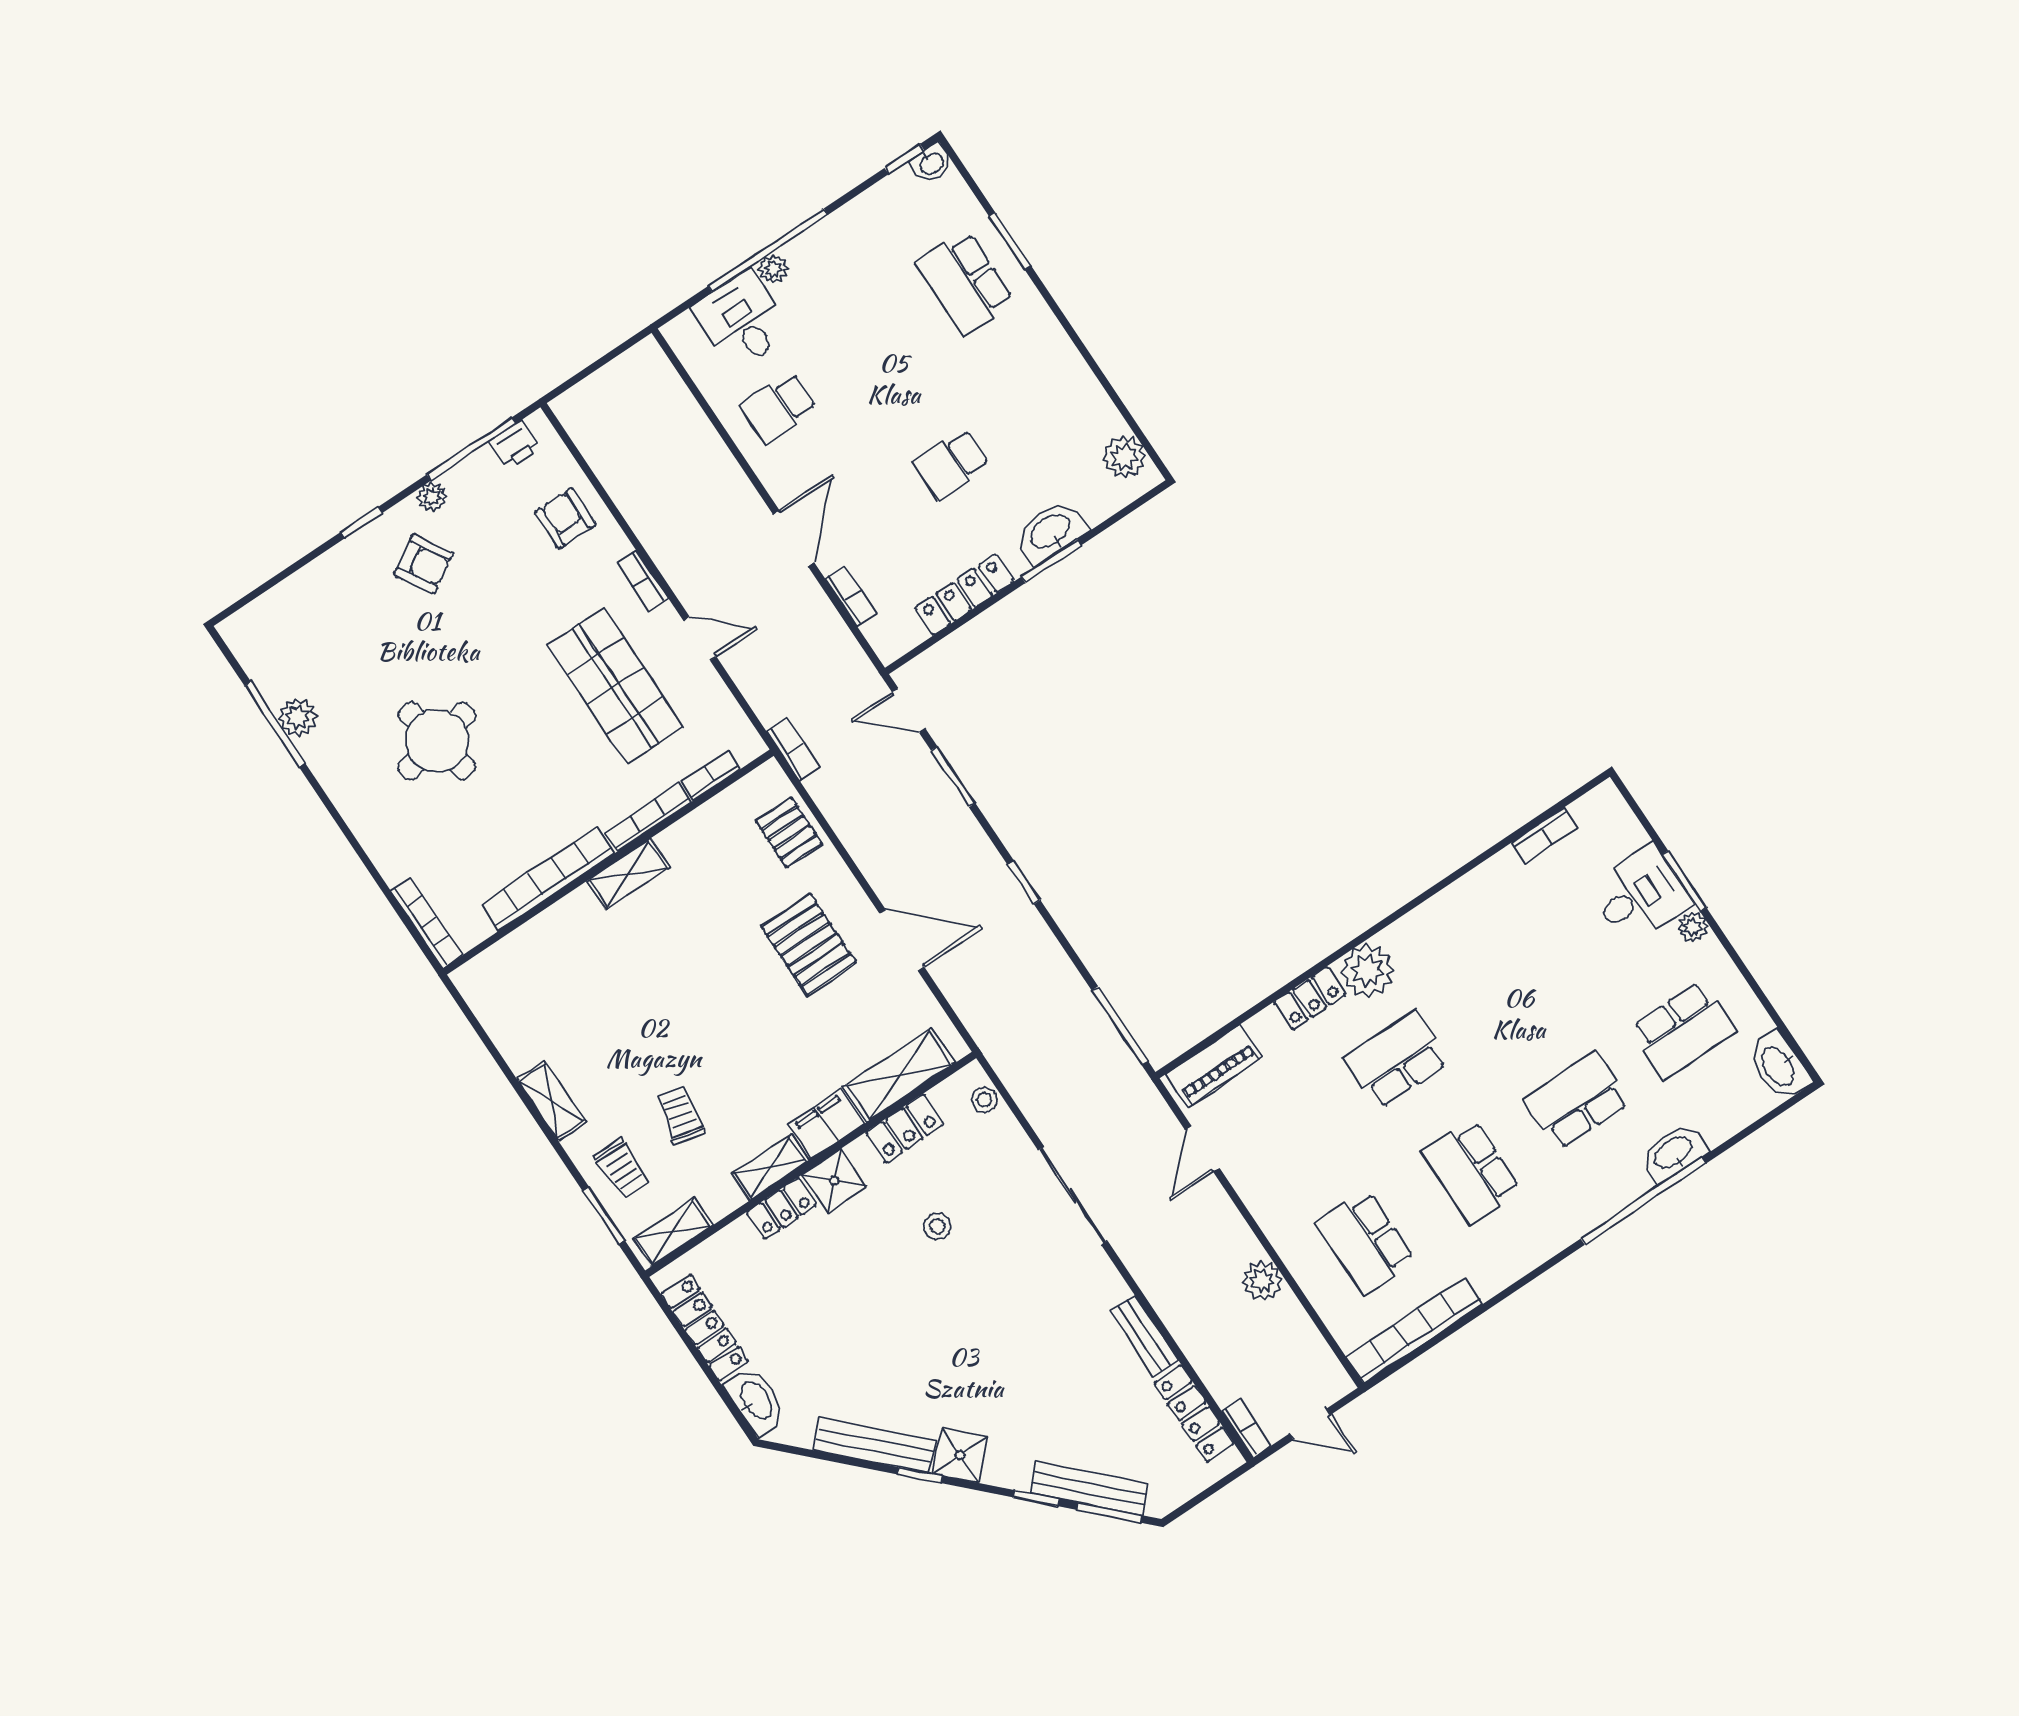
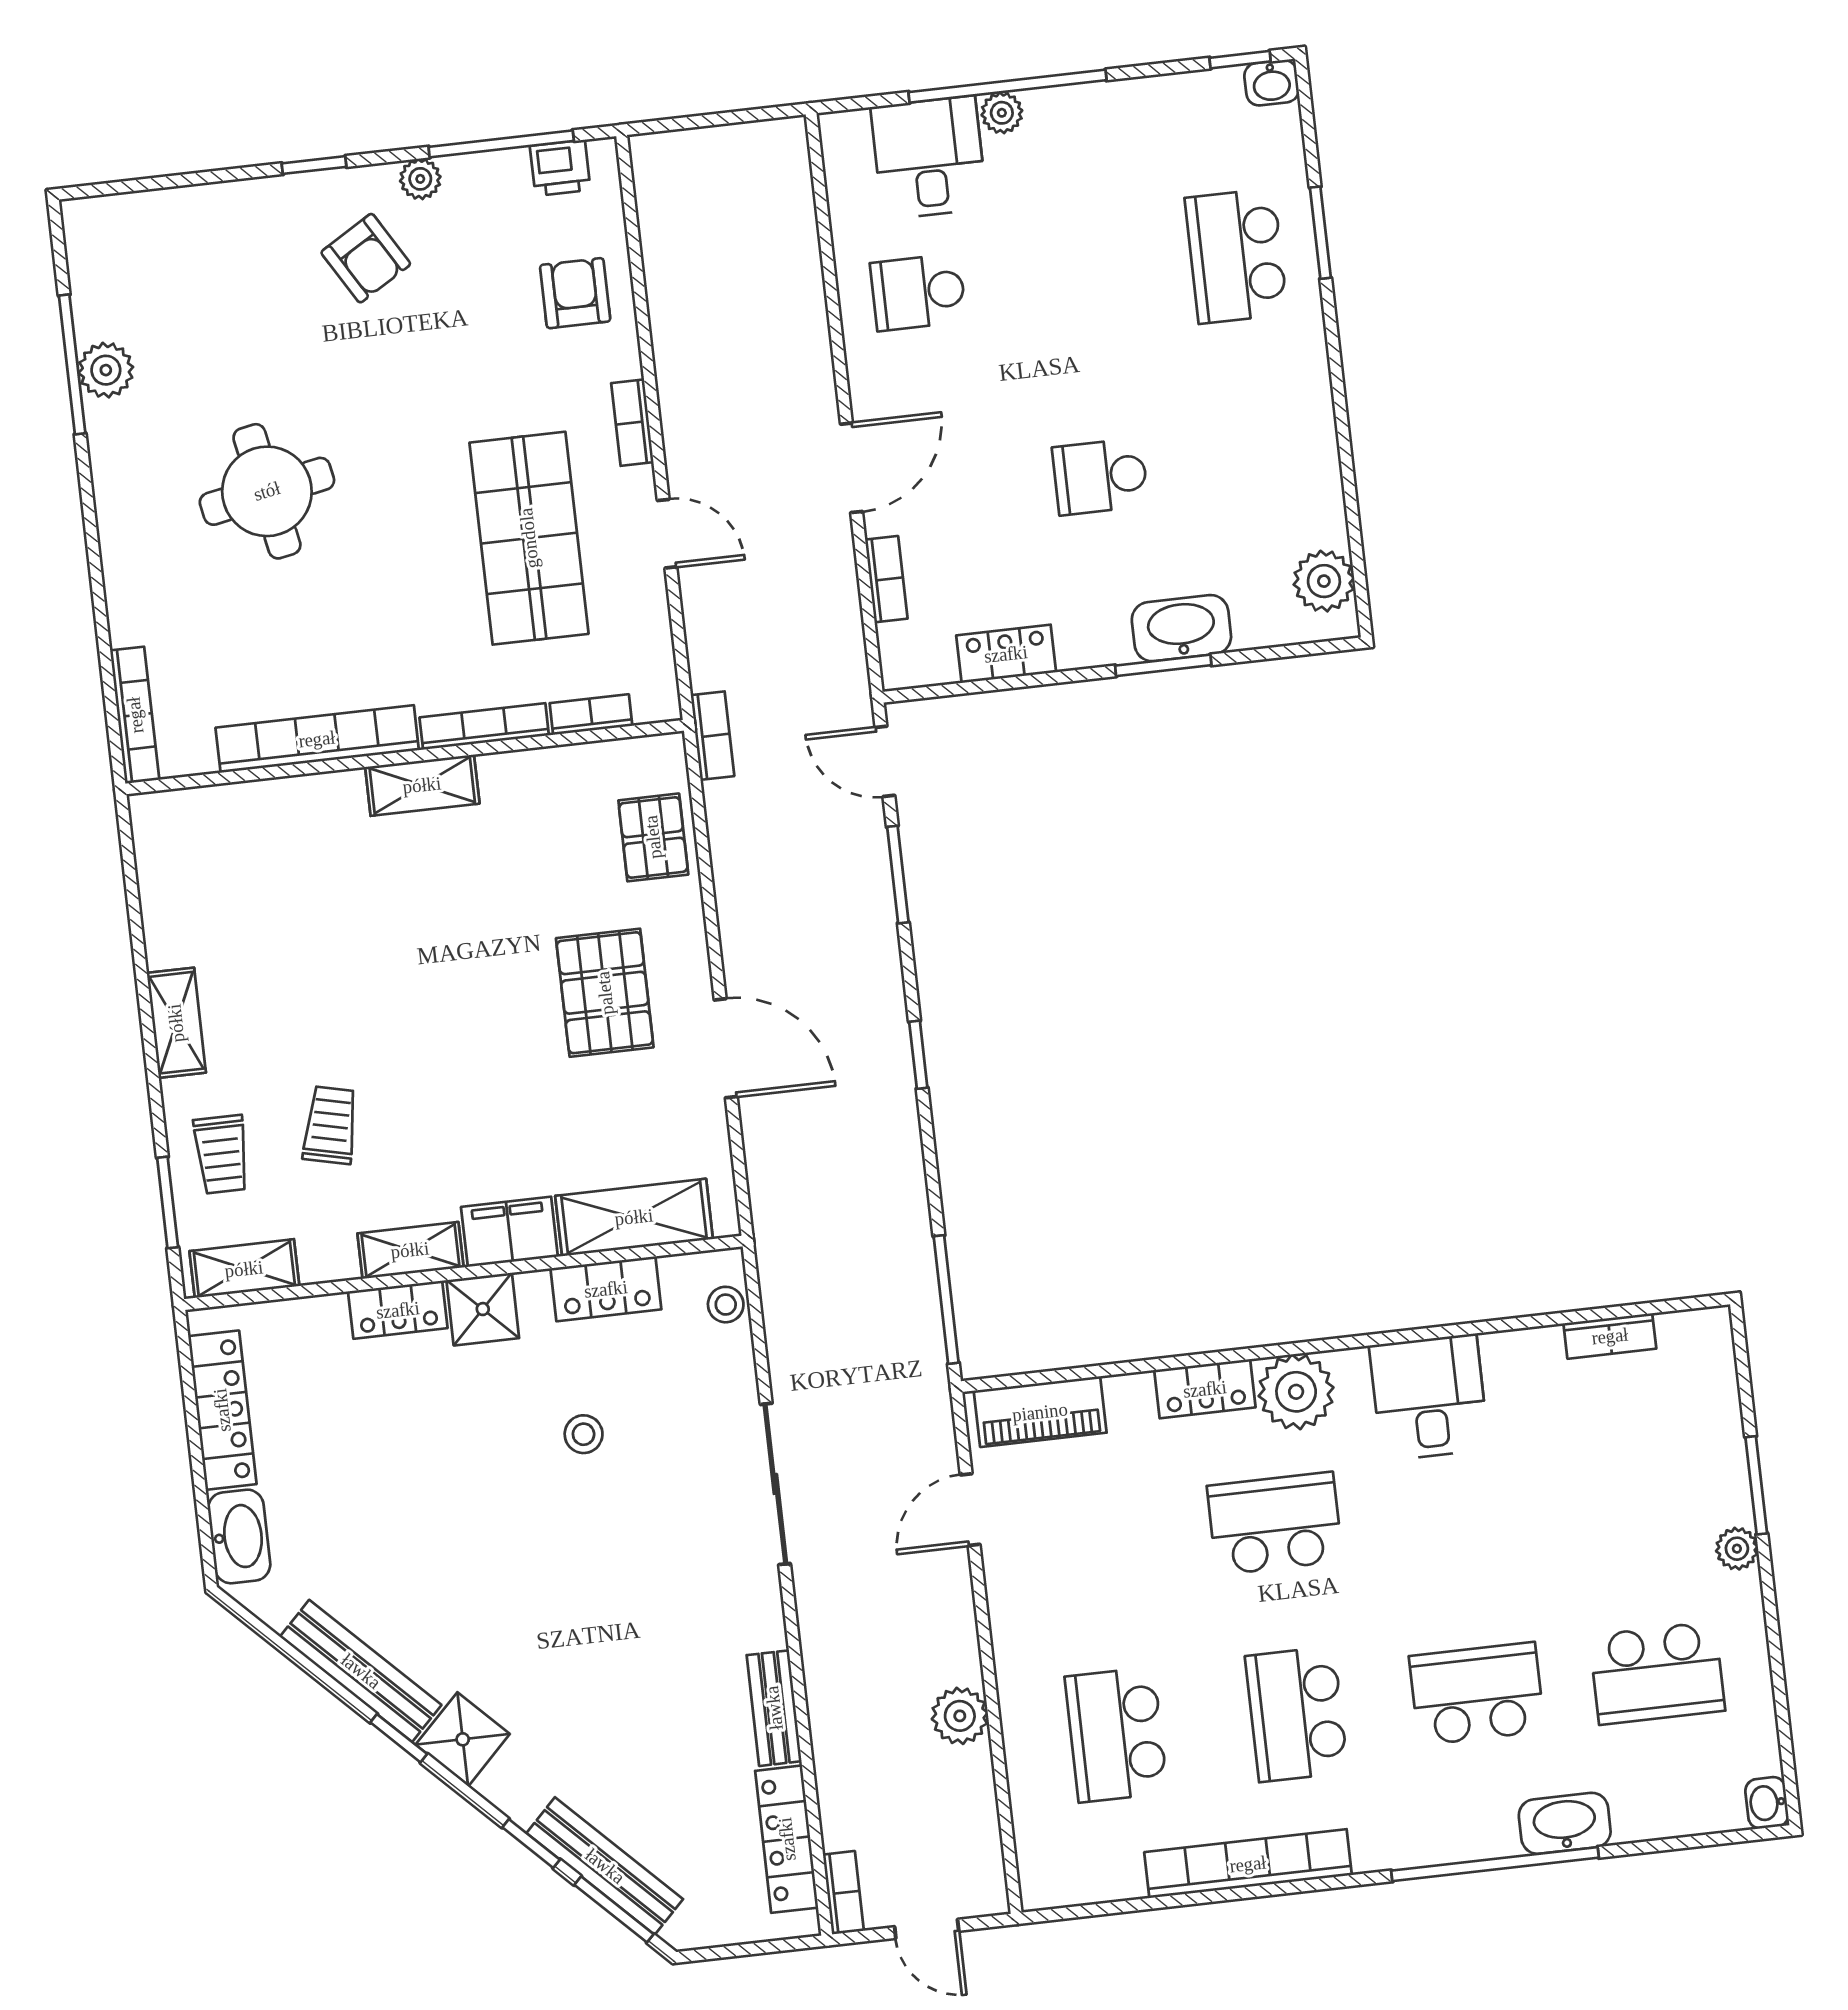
locker: (964, 595) -> (1006, 654), width x0.66
desk: (1640, 895) -> (1429, 1397), moved, turned -90
washbasin: (1779, 1066) -> (1767, 1803), width x0.52, depth x0.69
bookcase: (1414, 1330) -> (1248, 1864), moved

